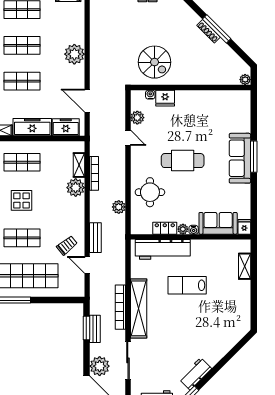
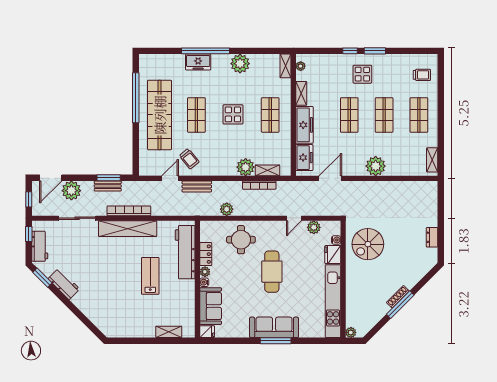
kitchen unit: (213, 98) -> (333, 301), added

